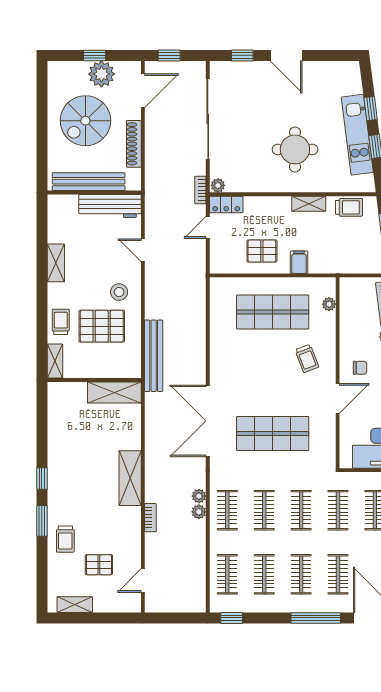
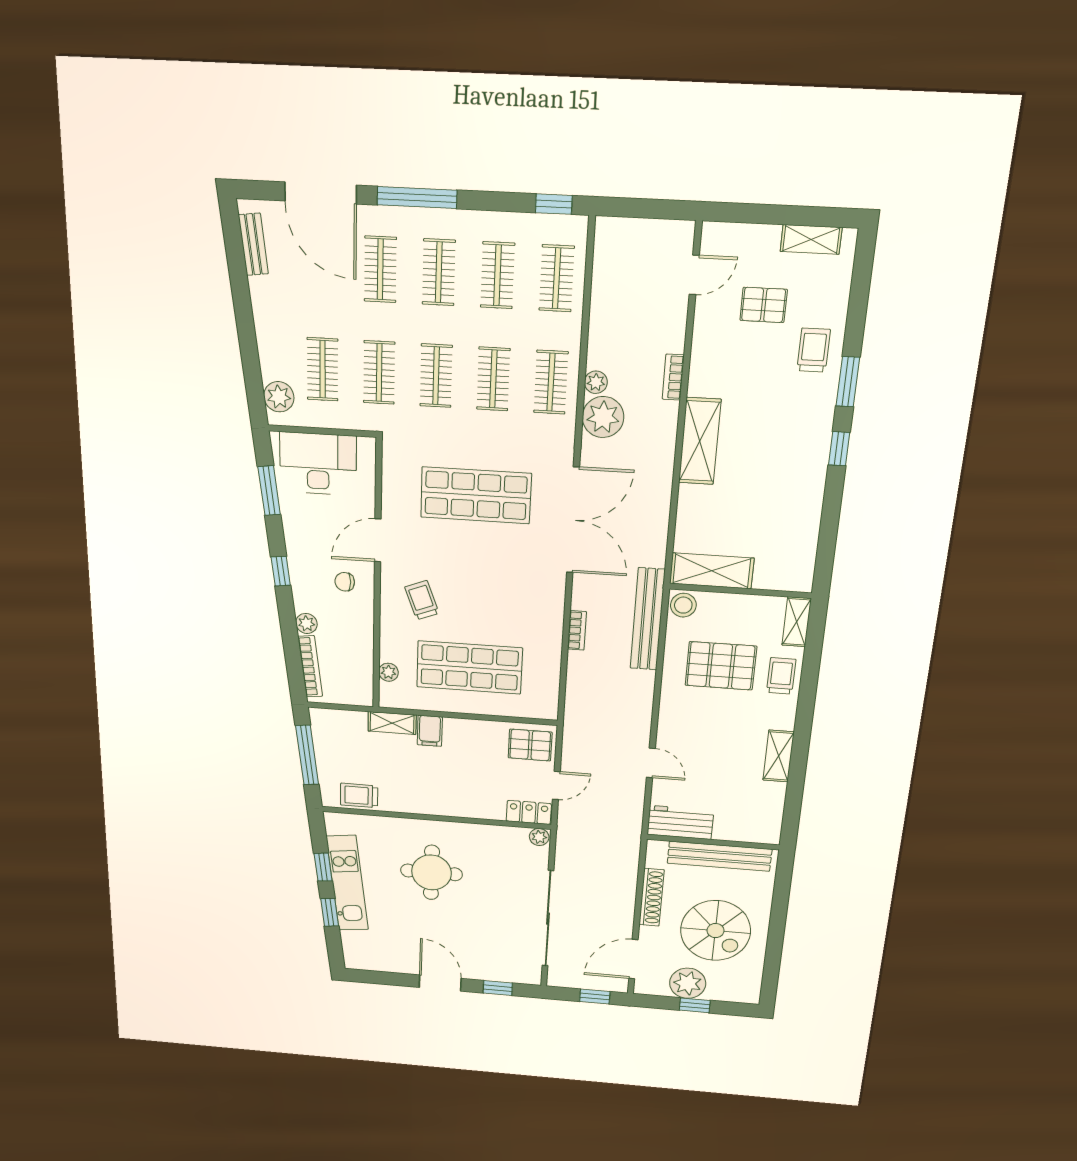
spiral stairs: (85, 121) -> (716, 931), turned 90
bookcase: (200, 190) -> (577, 630), moved
shelving: (309, 204) -> (392, 723), moved
workbench: (110, 206) -> (680, 822), width x0.73
pallet: (262, 251) -> (530, 745), moved
stool: (119, 292) -> (683, 605), moved
trolley: (61, 322) -> (781, 676), turned 180
plant: (199, 496) -> (603, 417), width x1.88, depth x1.88

